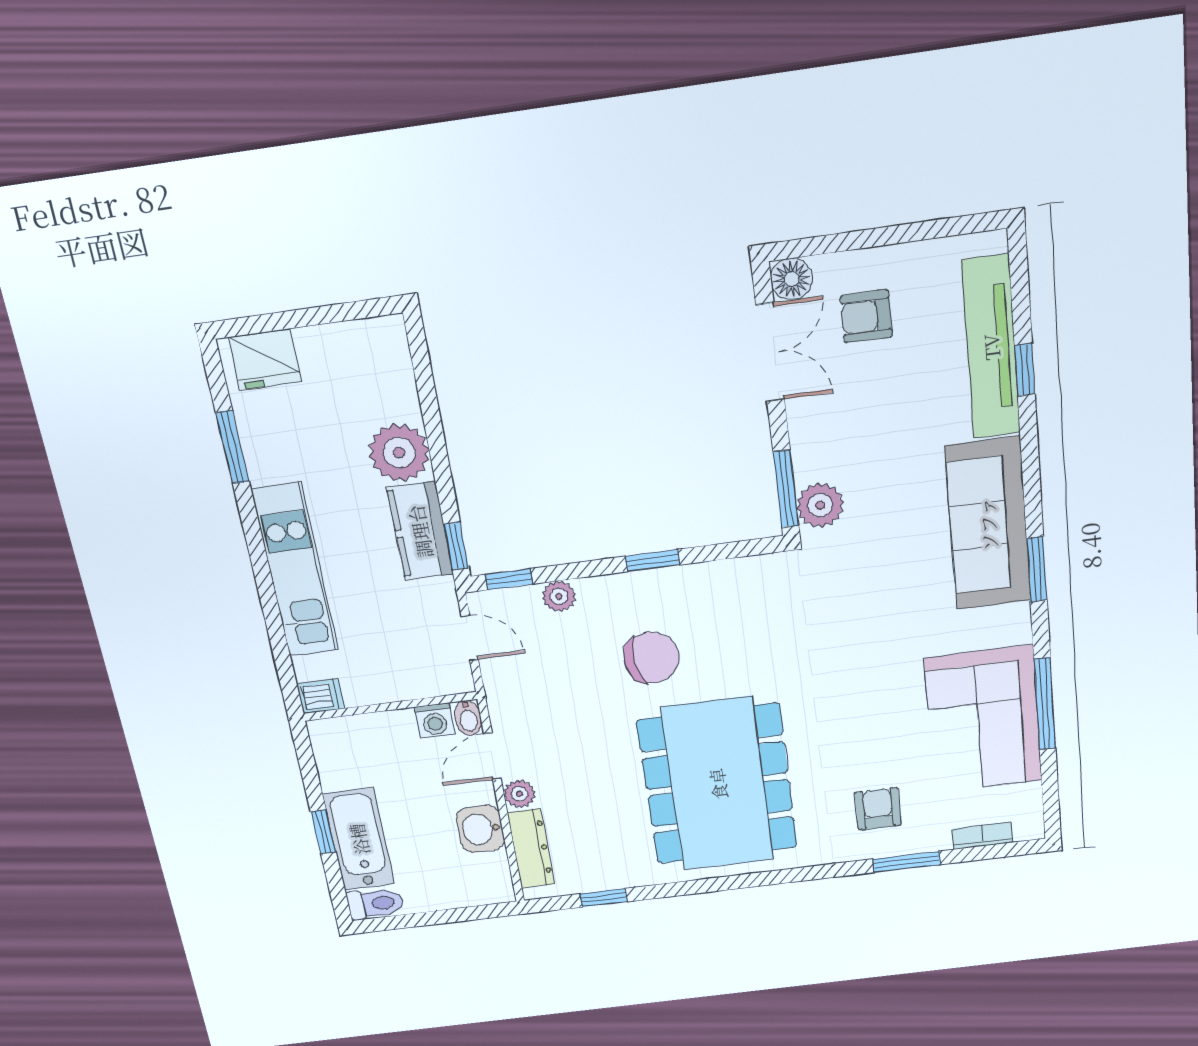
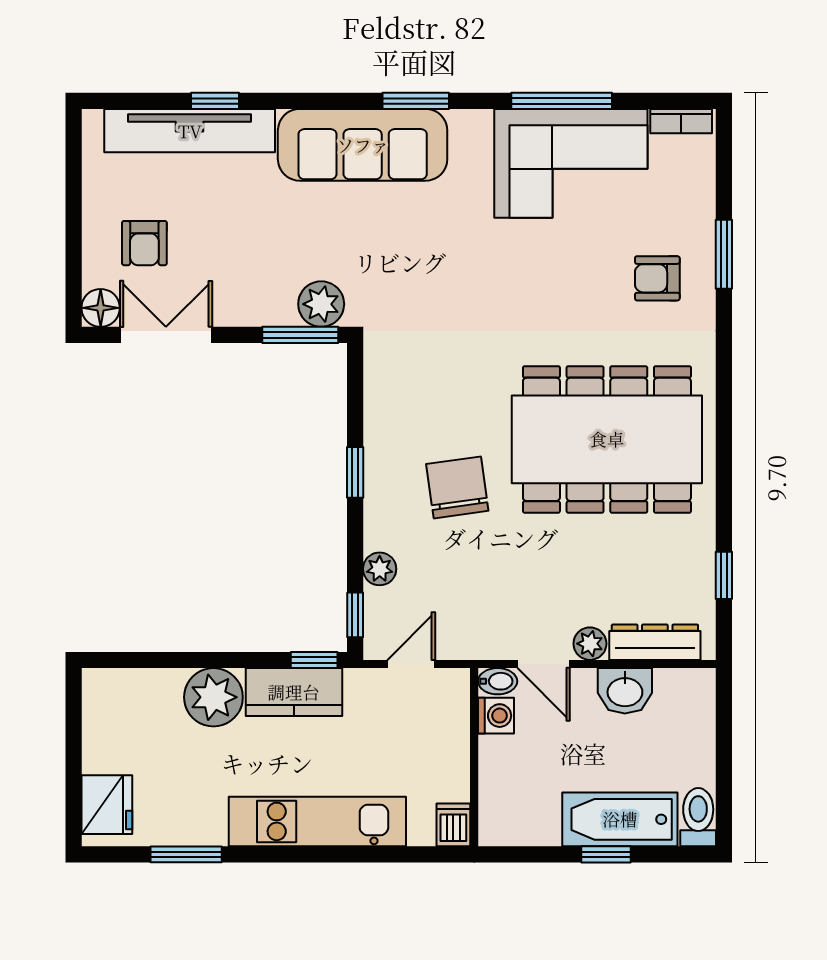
bookcase: (982, 836) -> (681, 121), moved, turned -90

